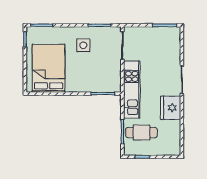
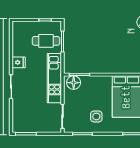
floor lamp: (110, 84) -> (74, 83), added
fridge: (171, 108) -> (19, 62), width x0.53, depth x0.75

